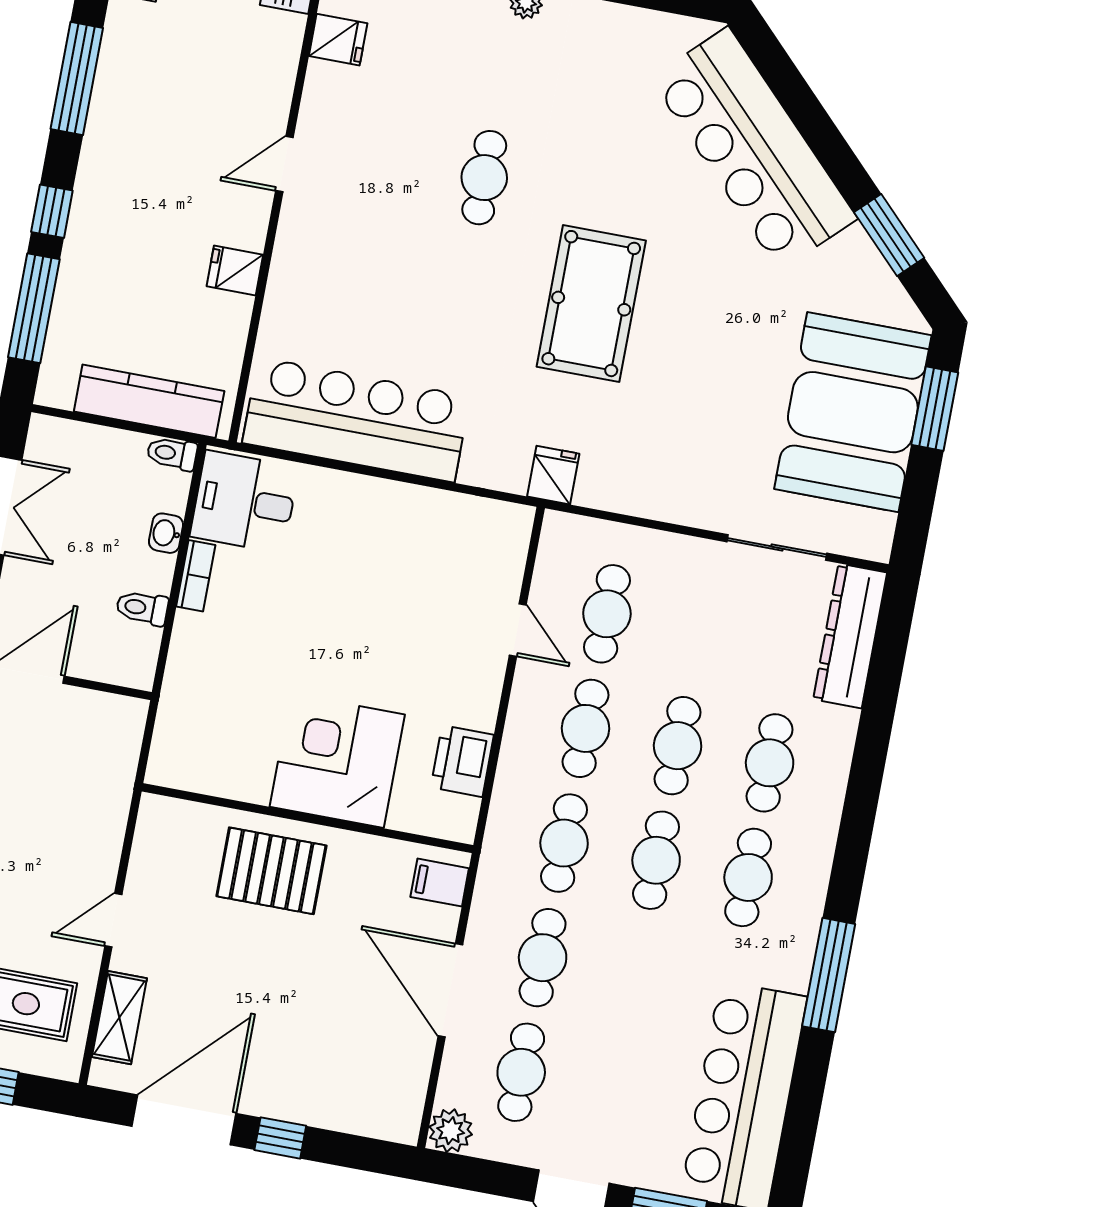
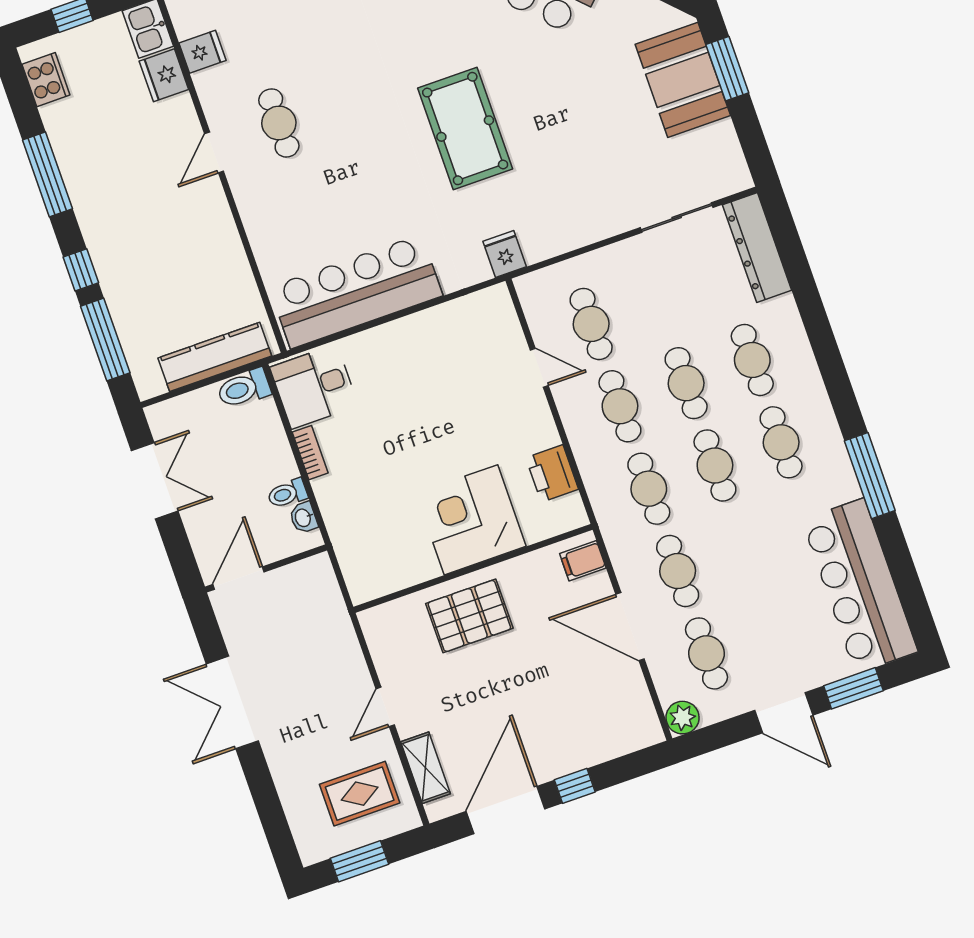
cafe table: (484, 178) -> (279, 123), moved
fridge: (235, 270) -> (164, 75), moved, width x1.38
booth: (853, 412) -> (683, 80), width x0.73, depth x0.70
toilet: (172, 454) -> (244, 388), width x1.37, depth x1.39
washbasin: (166, 533) -> (303, 518), moved

